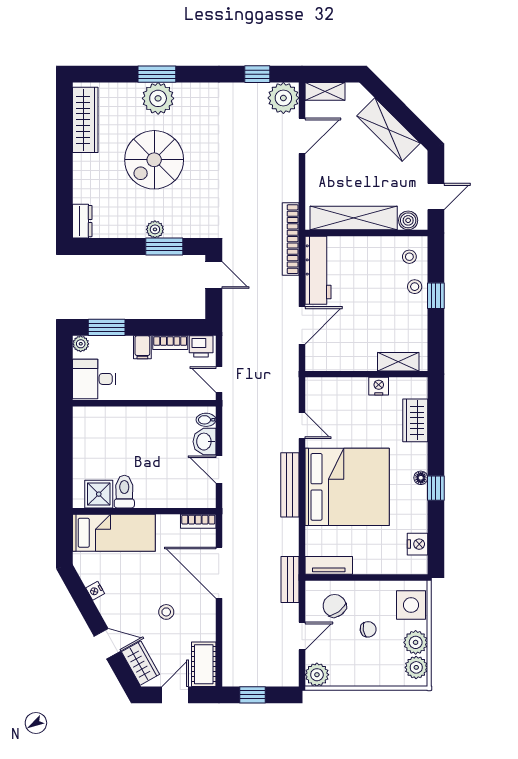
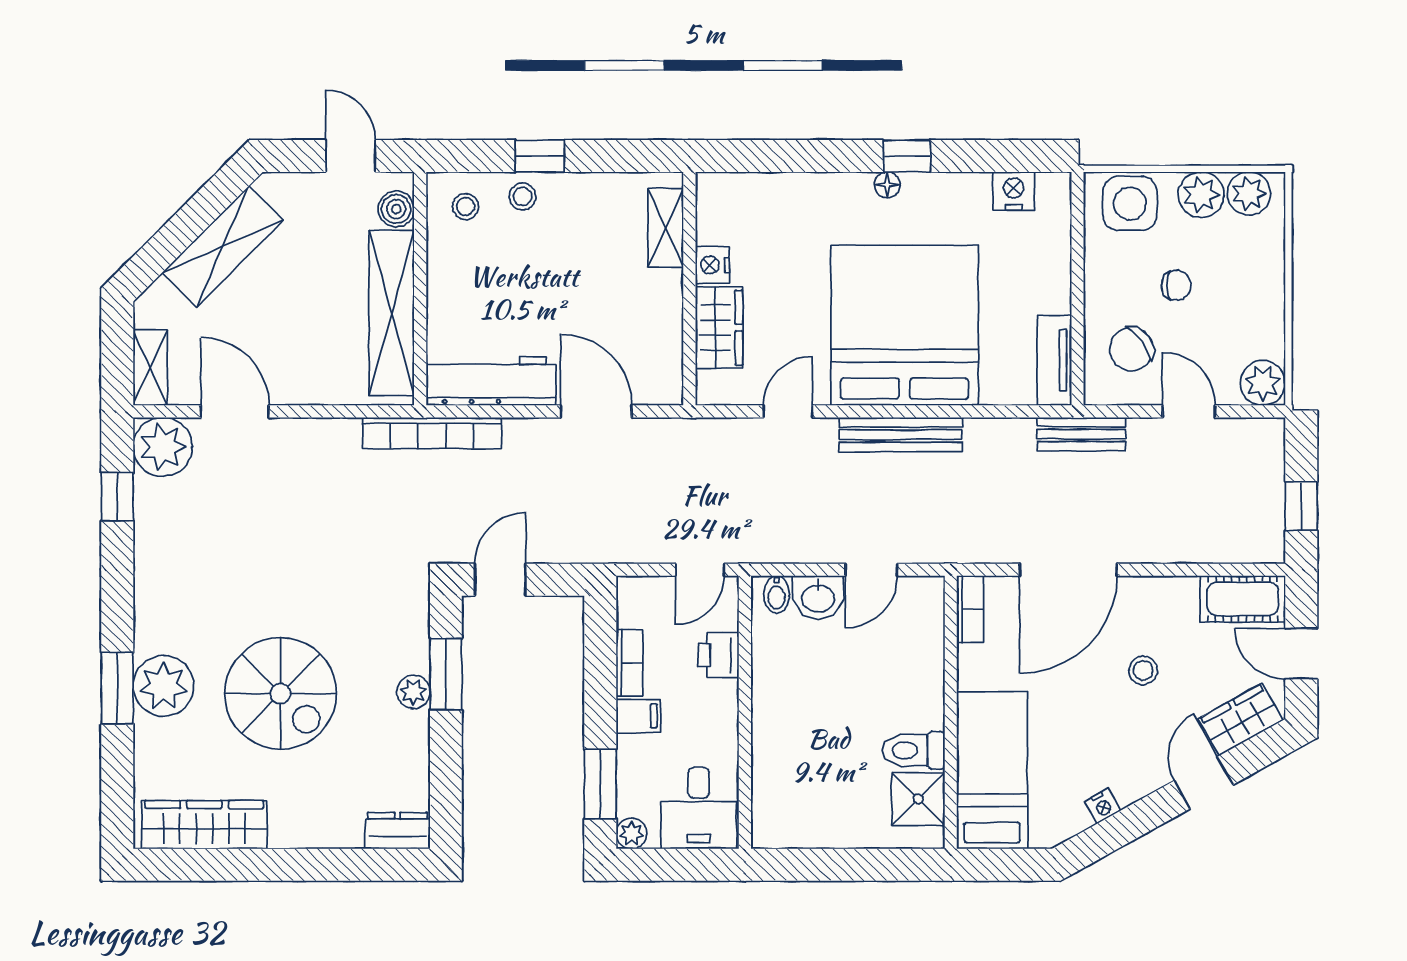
printer: (201, 346) -> (719, 655), moved, turned 180
wardrobe: (415, 420) -> (719, 328), moved, turned -90
chair: (368, 629) -> (1176, 285), turned 99

